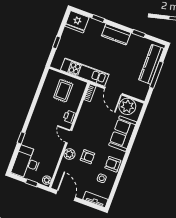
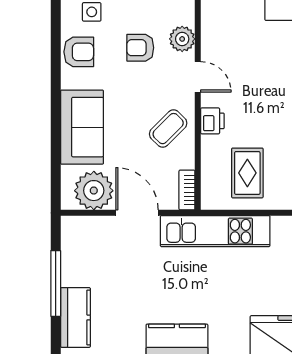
kitchen counter: (151, 64) -> (75, 317), width x0.67
coffee table: (88, 120) -> (168, 129), added

